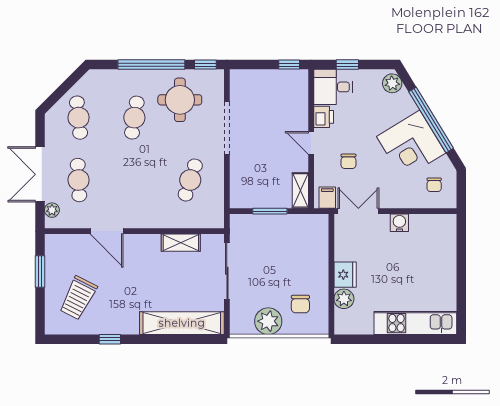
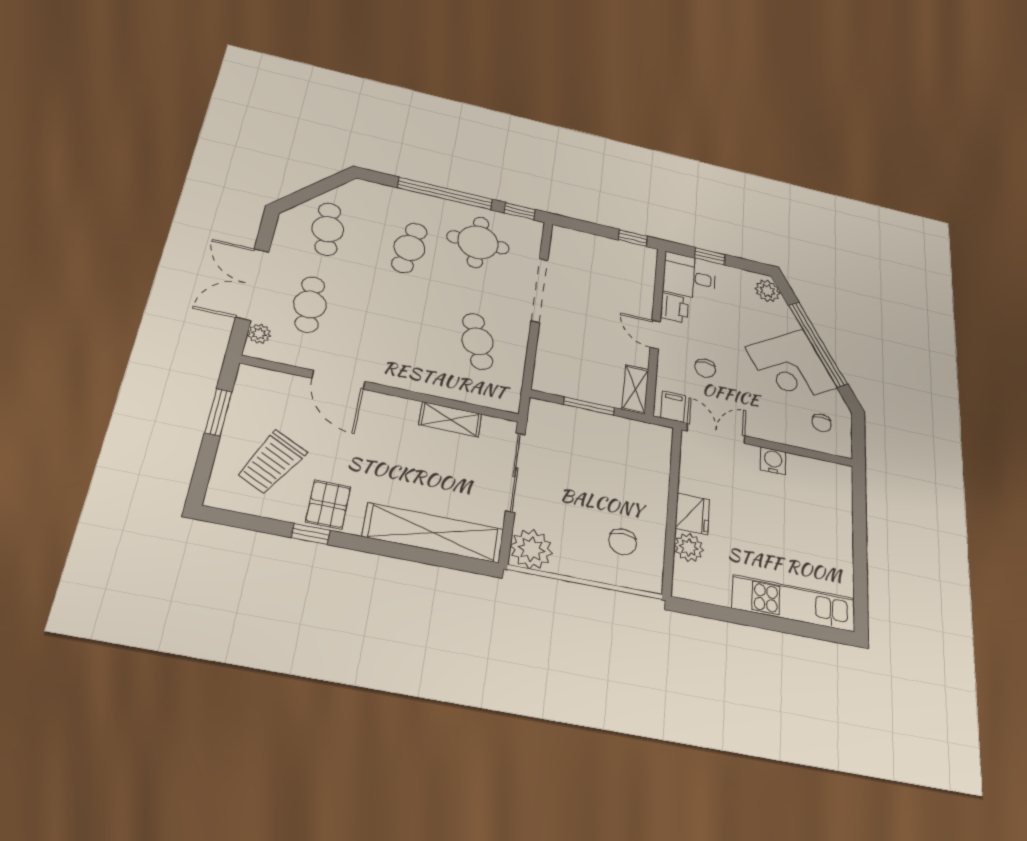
cafe table: (190, 180) -> (478, 341), turned -36
pallet: (116, 318) -> (328, 504), added
plant: (268, 321) -> (531, 549), moved

